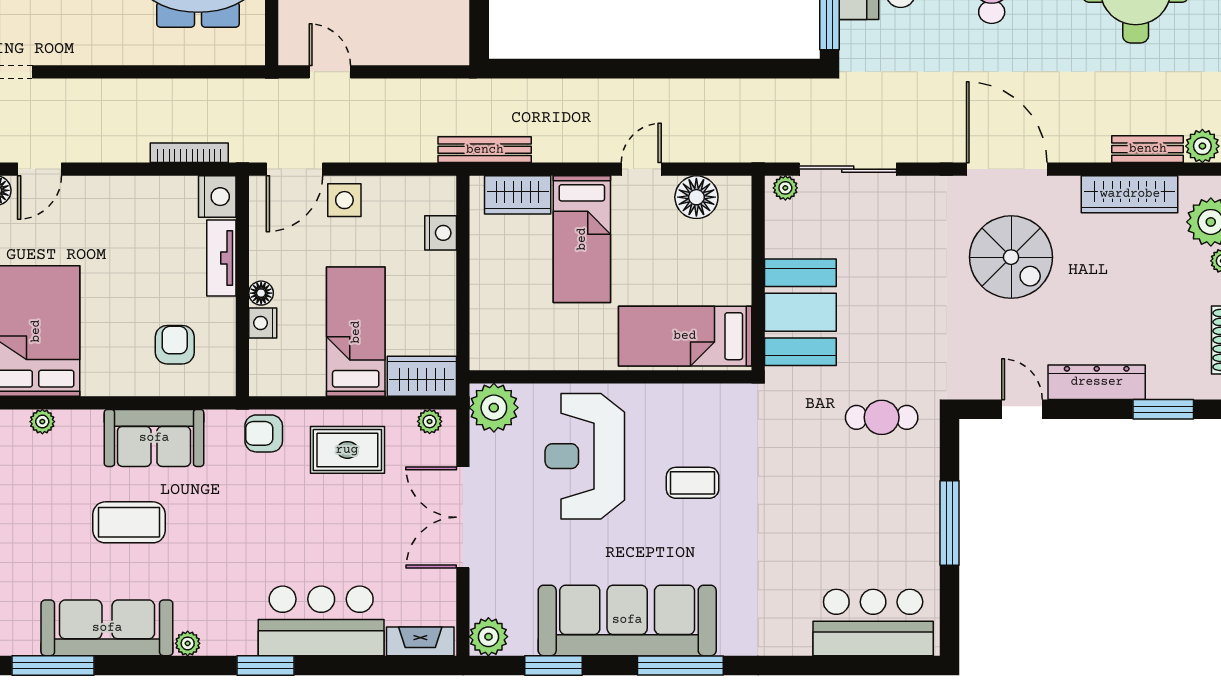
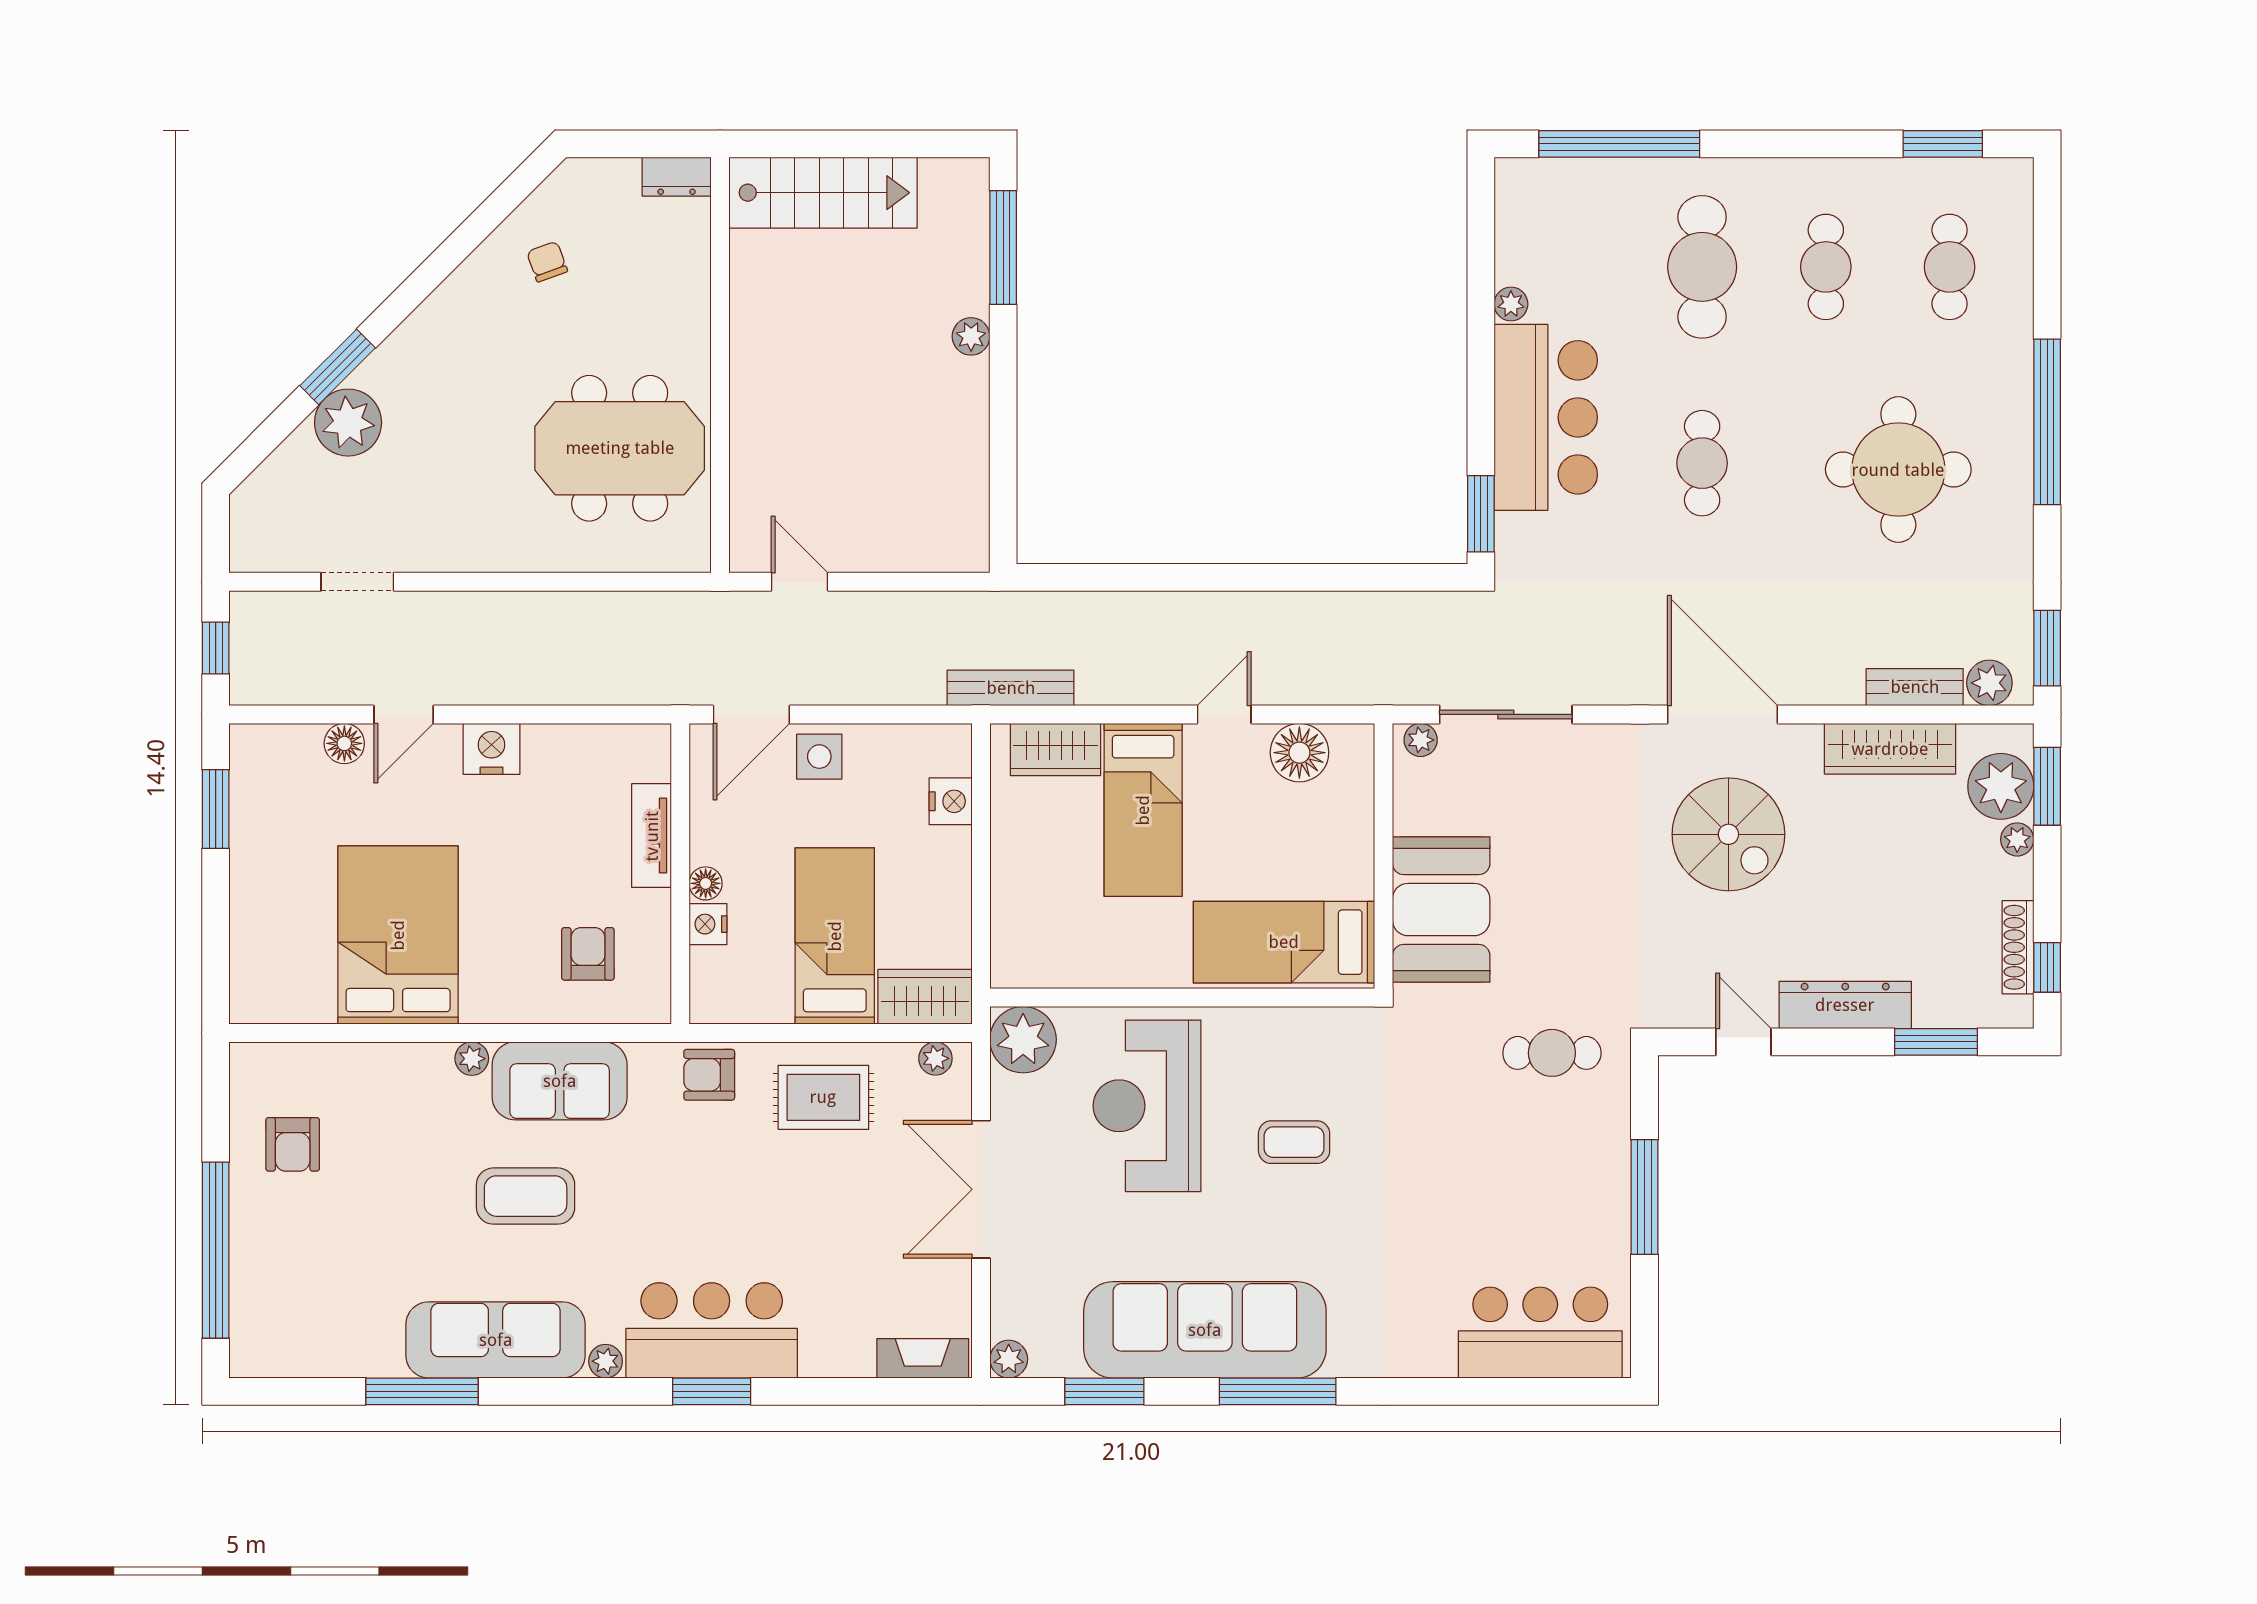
bookcase: (189, 153) -> (608, 692), removed
nightstand: (217, 197) -> (492, 749), moved, turned -90
plant: (42, 422) -> (472, 1059), moved
bar counter: (321, 621) -> (712, 1330), moved
plant: (488, 637) -> (1009, 1359), width x0.73, depth x0.73

